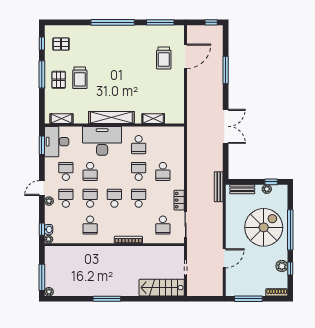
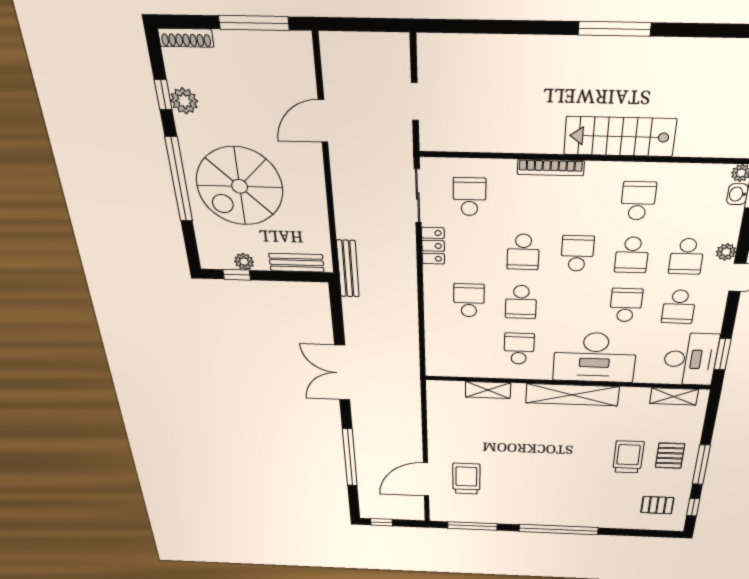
window: (226, 70) -> (350, 458), width x1.46
school desk: (114, 198) -> (577, 253), turned 180
stairs: (162, 288) -> (620, 137), moved, turned 180

